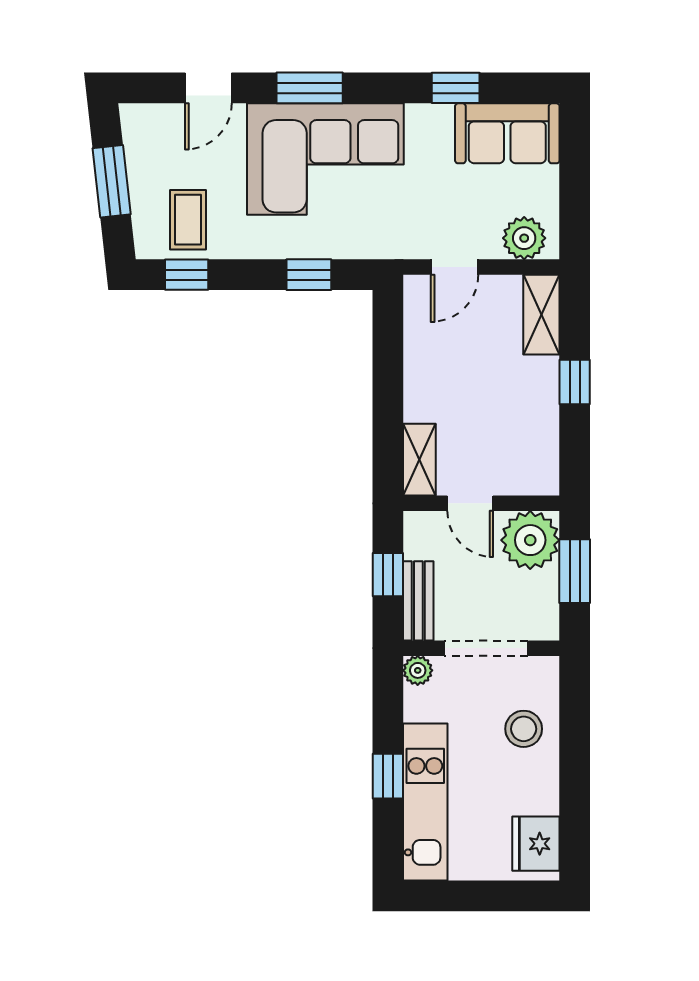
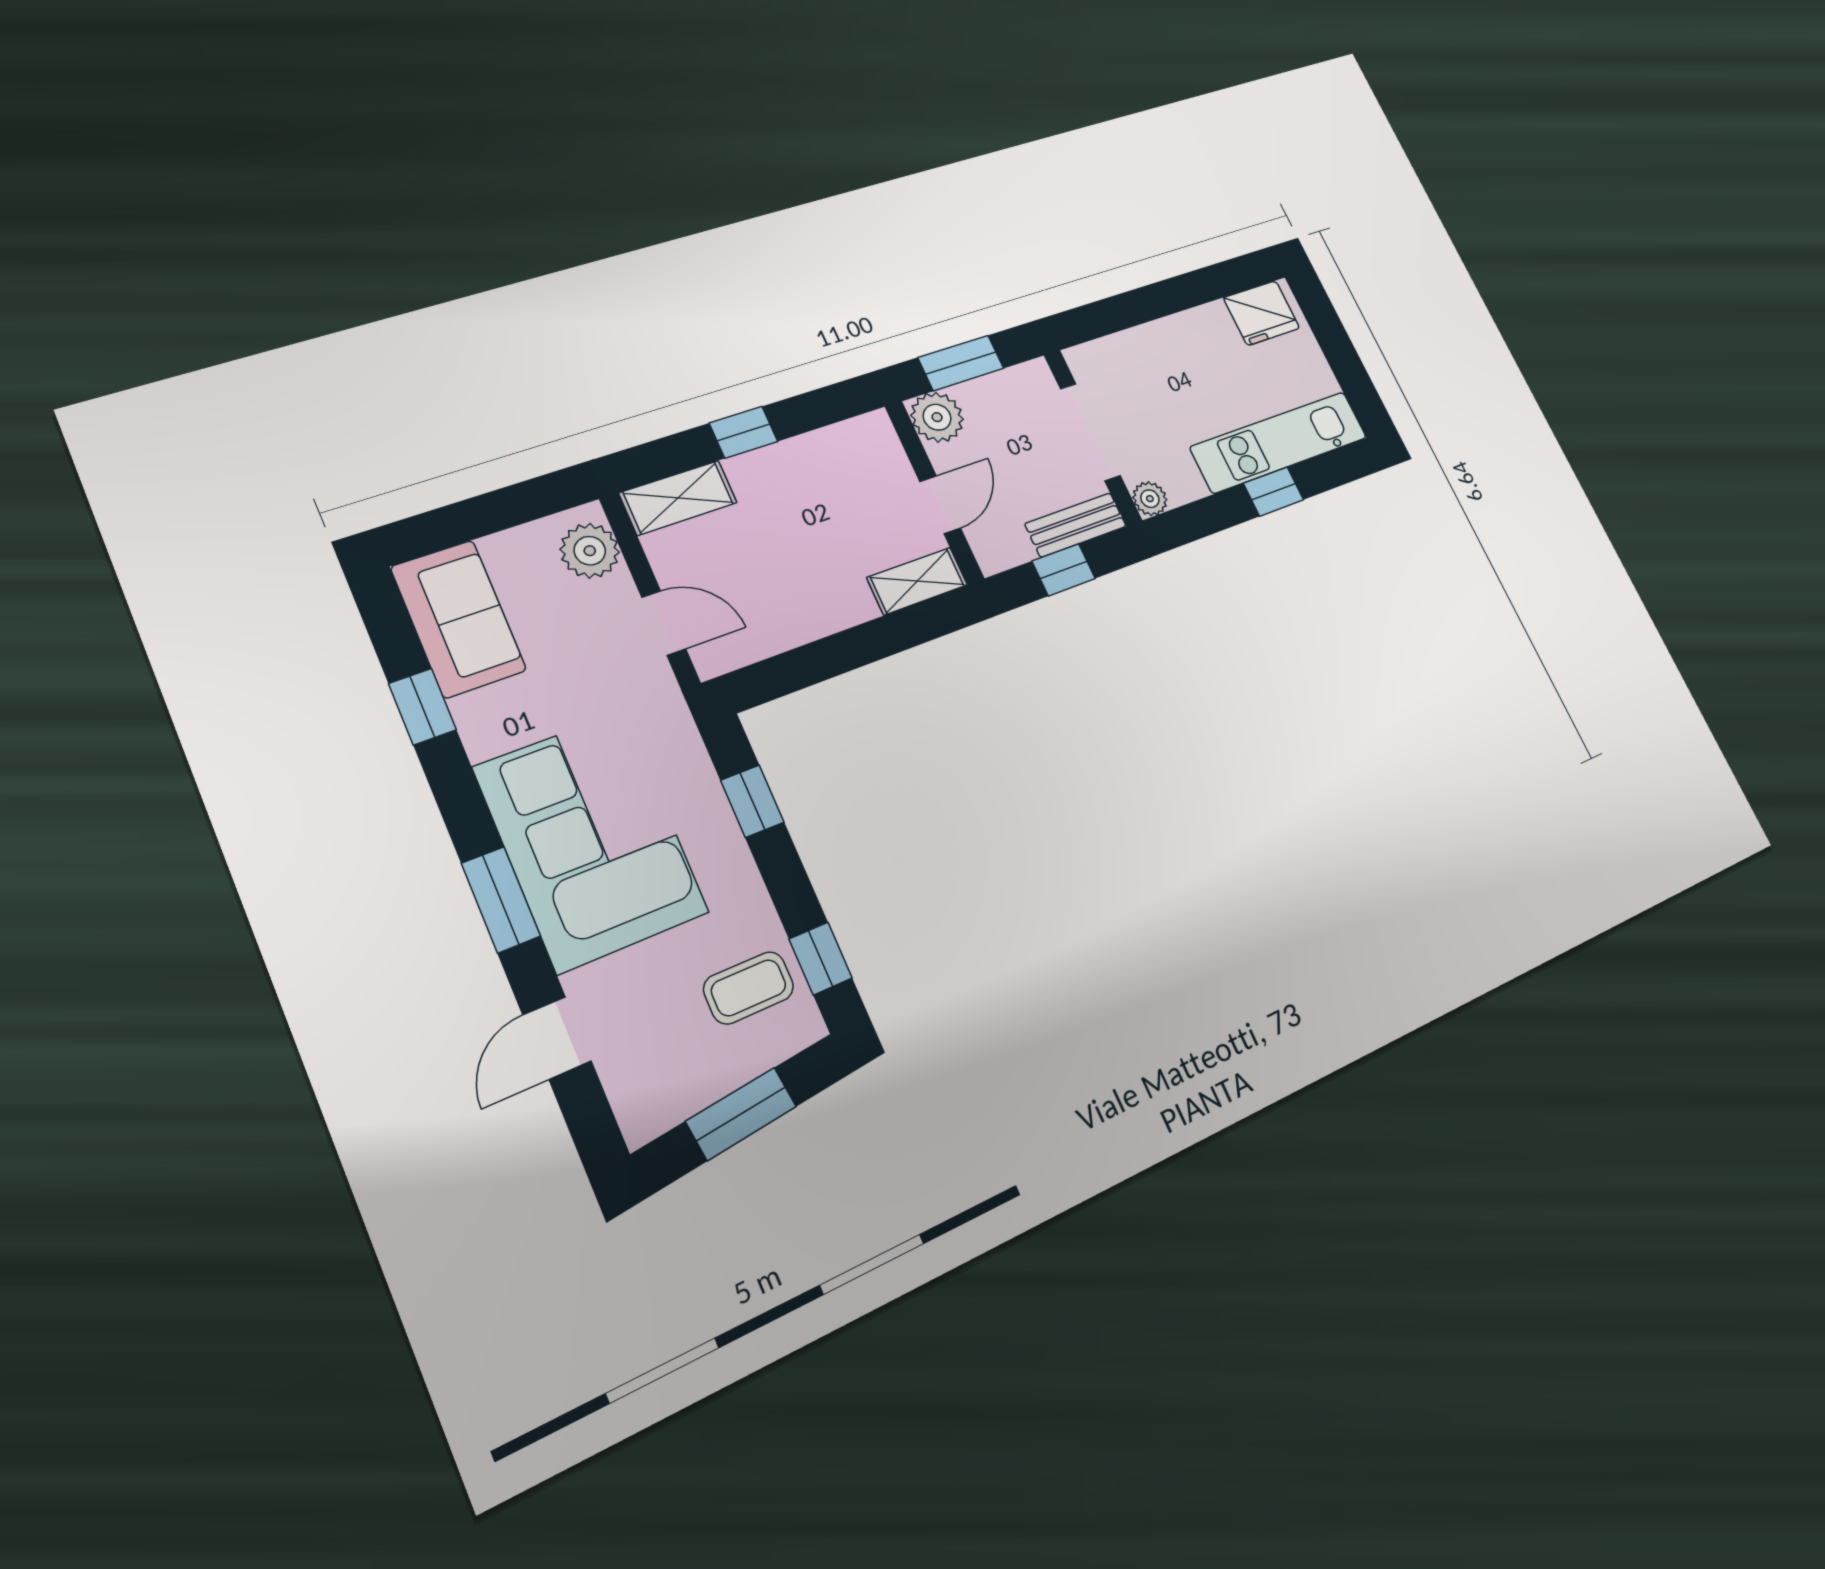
door: (208, 88) -> (557, 1038), swing flipped
plant: (530, 540) -> (937, 417), width x0.73, depth x0.73
stool: (524, 729) -> (1154, 363), removed

